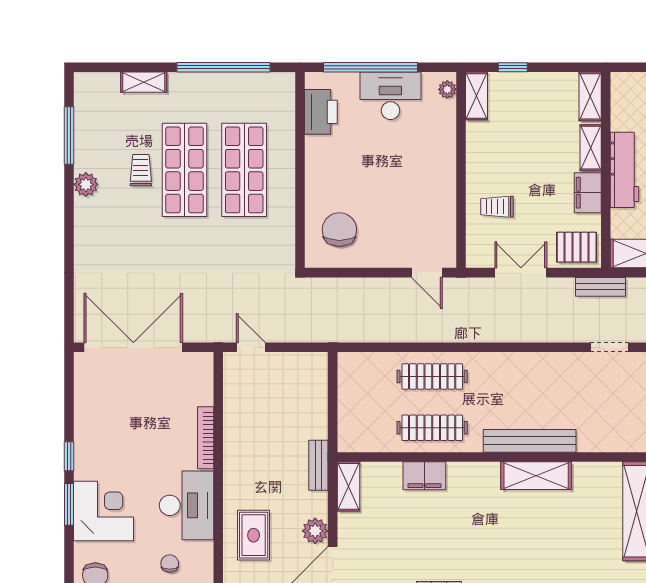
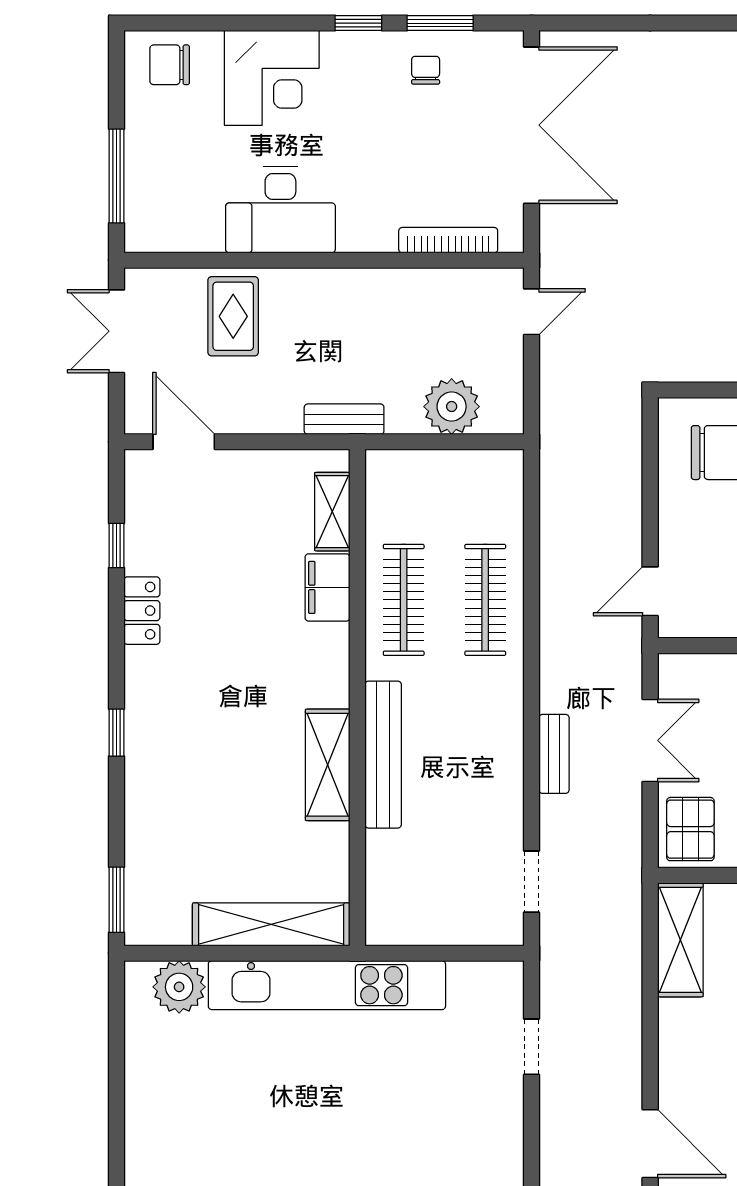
bench: (601, 287) -> (554, 754), moved
bookcase: (206, 438) -> (448, 240), moved
shelving: (348, 486) -> (332, 512), moved, turned 90
window: (69, 504) -> (440, 23), moved
plant: (315, 531) -> (452, 407), moved, width x1.36, depth x1.36
rug: (254, 535) -> (233, 316), turned 90
chair: (170, 563) -> (426, 70), moved, turned -90

